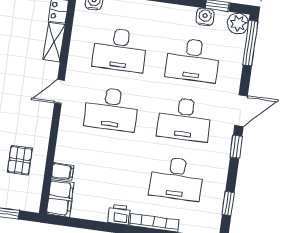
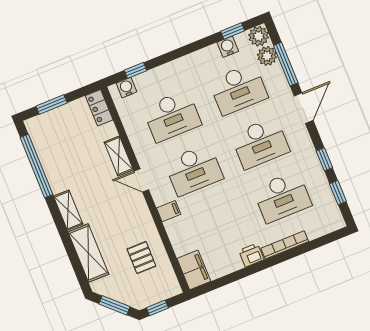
shelving: (54, 42) -> (119, 156), moved
window: (250, 43) -> (286, 64), moved
plant: (235, 45) -> (267, 56), added
door: (60, 92) -> (141, 180), hinge flipped
window: (236, 147) -> (324, 159), moved
filing cabinet: (63, 171) -> (169, 211), moved

